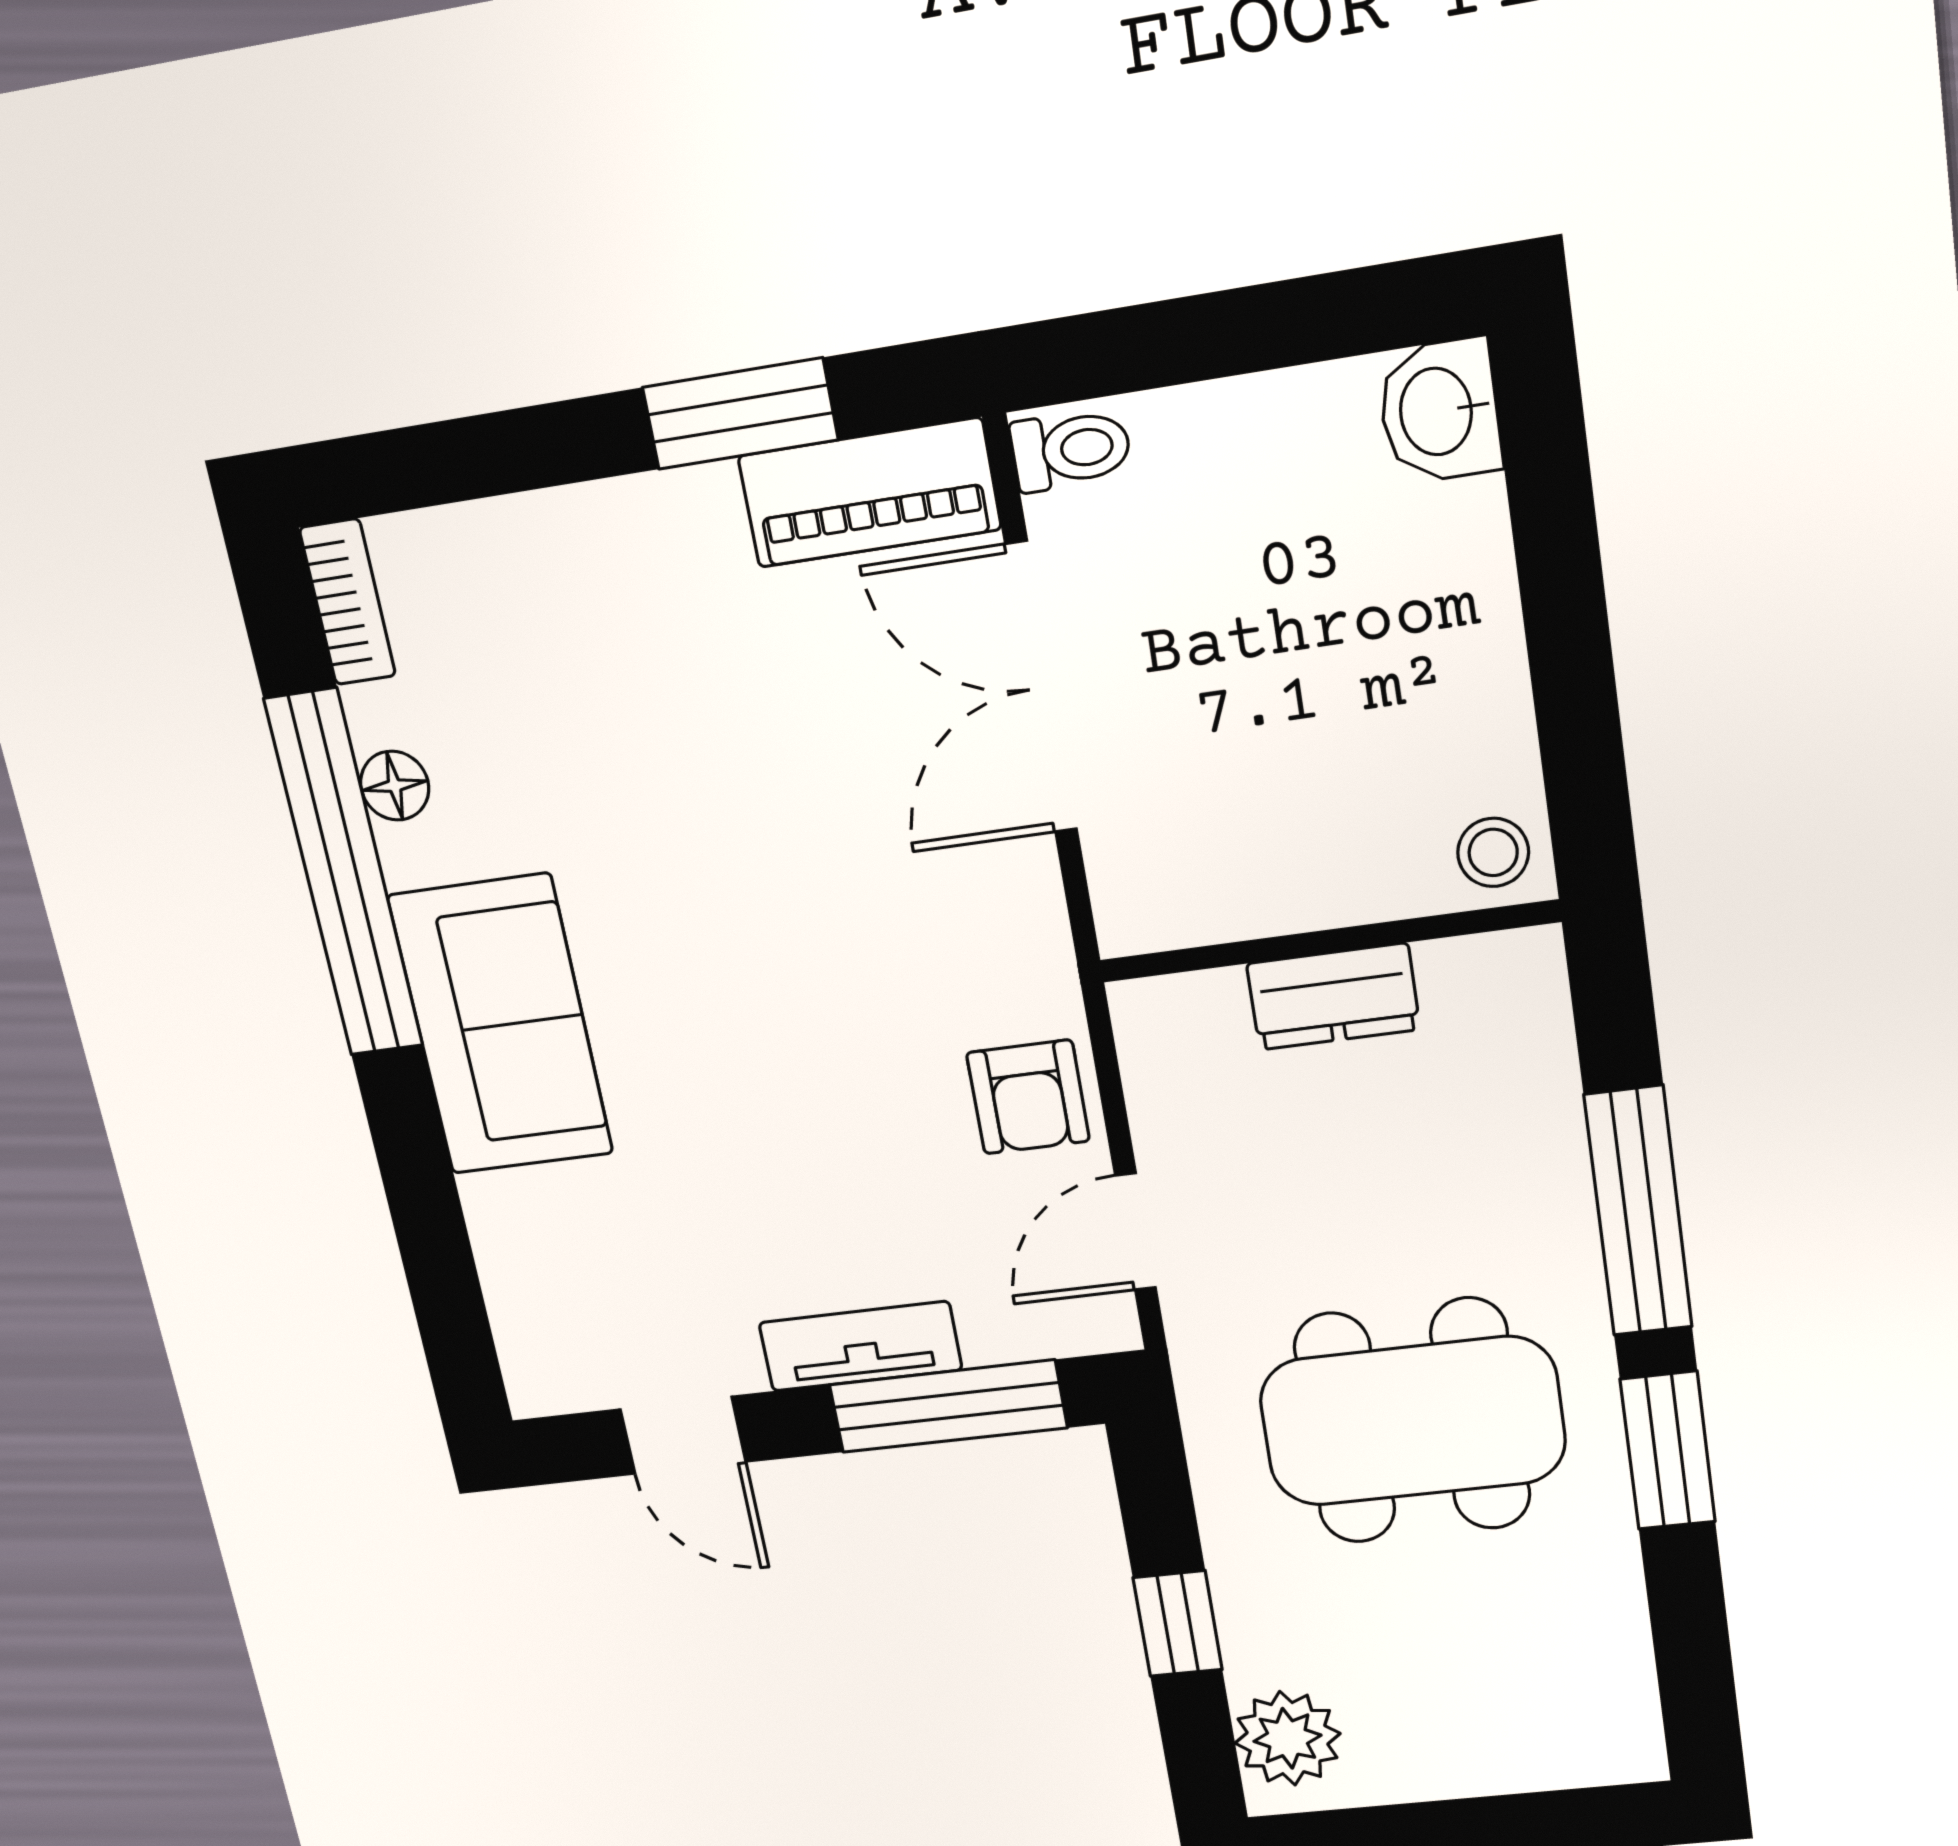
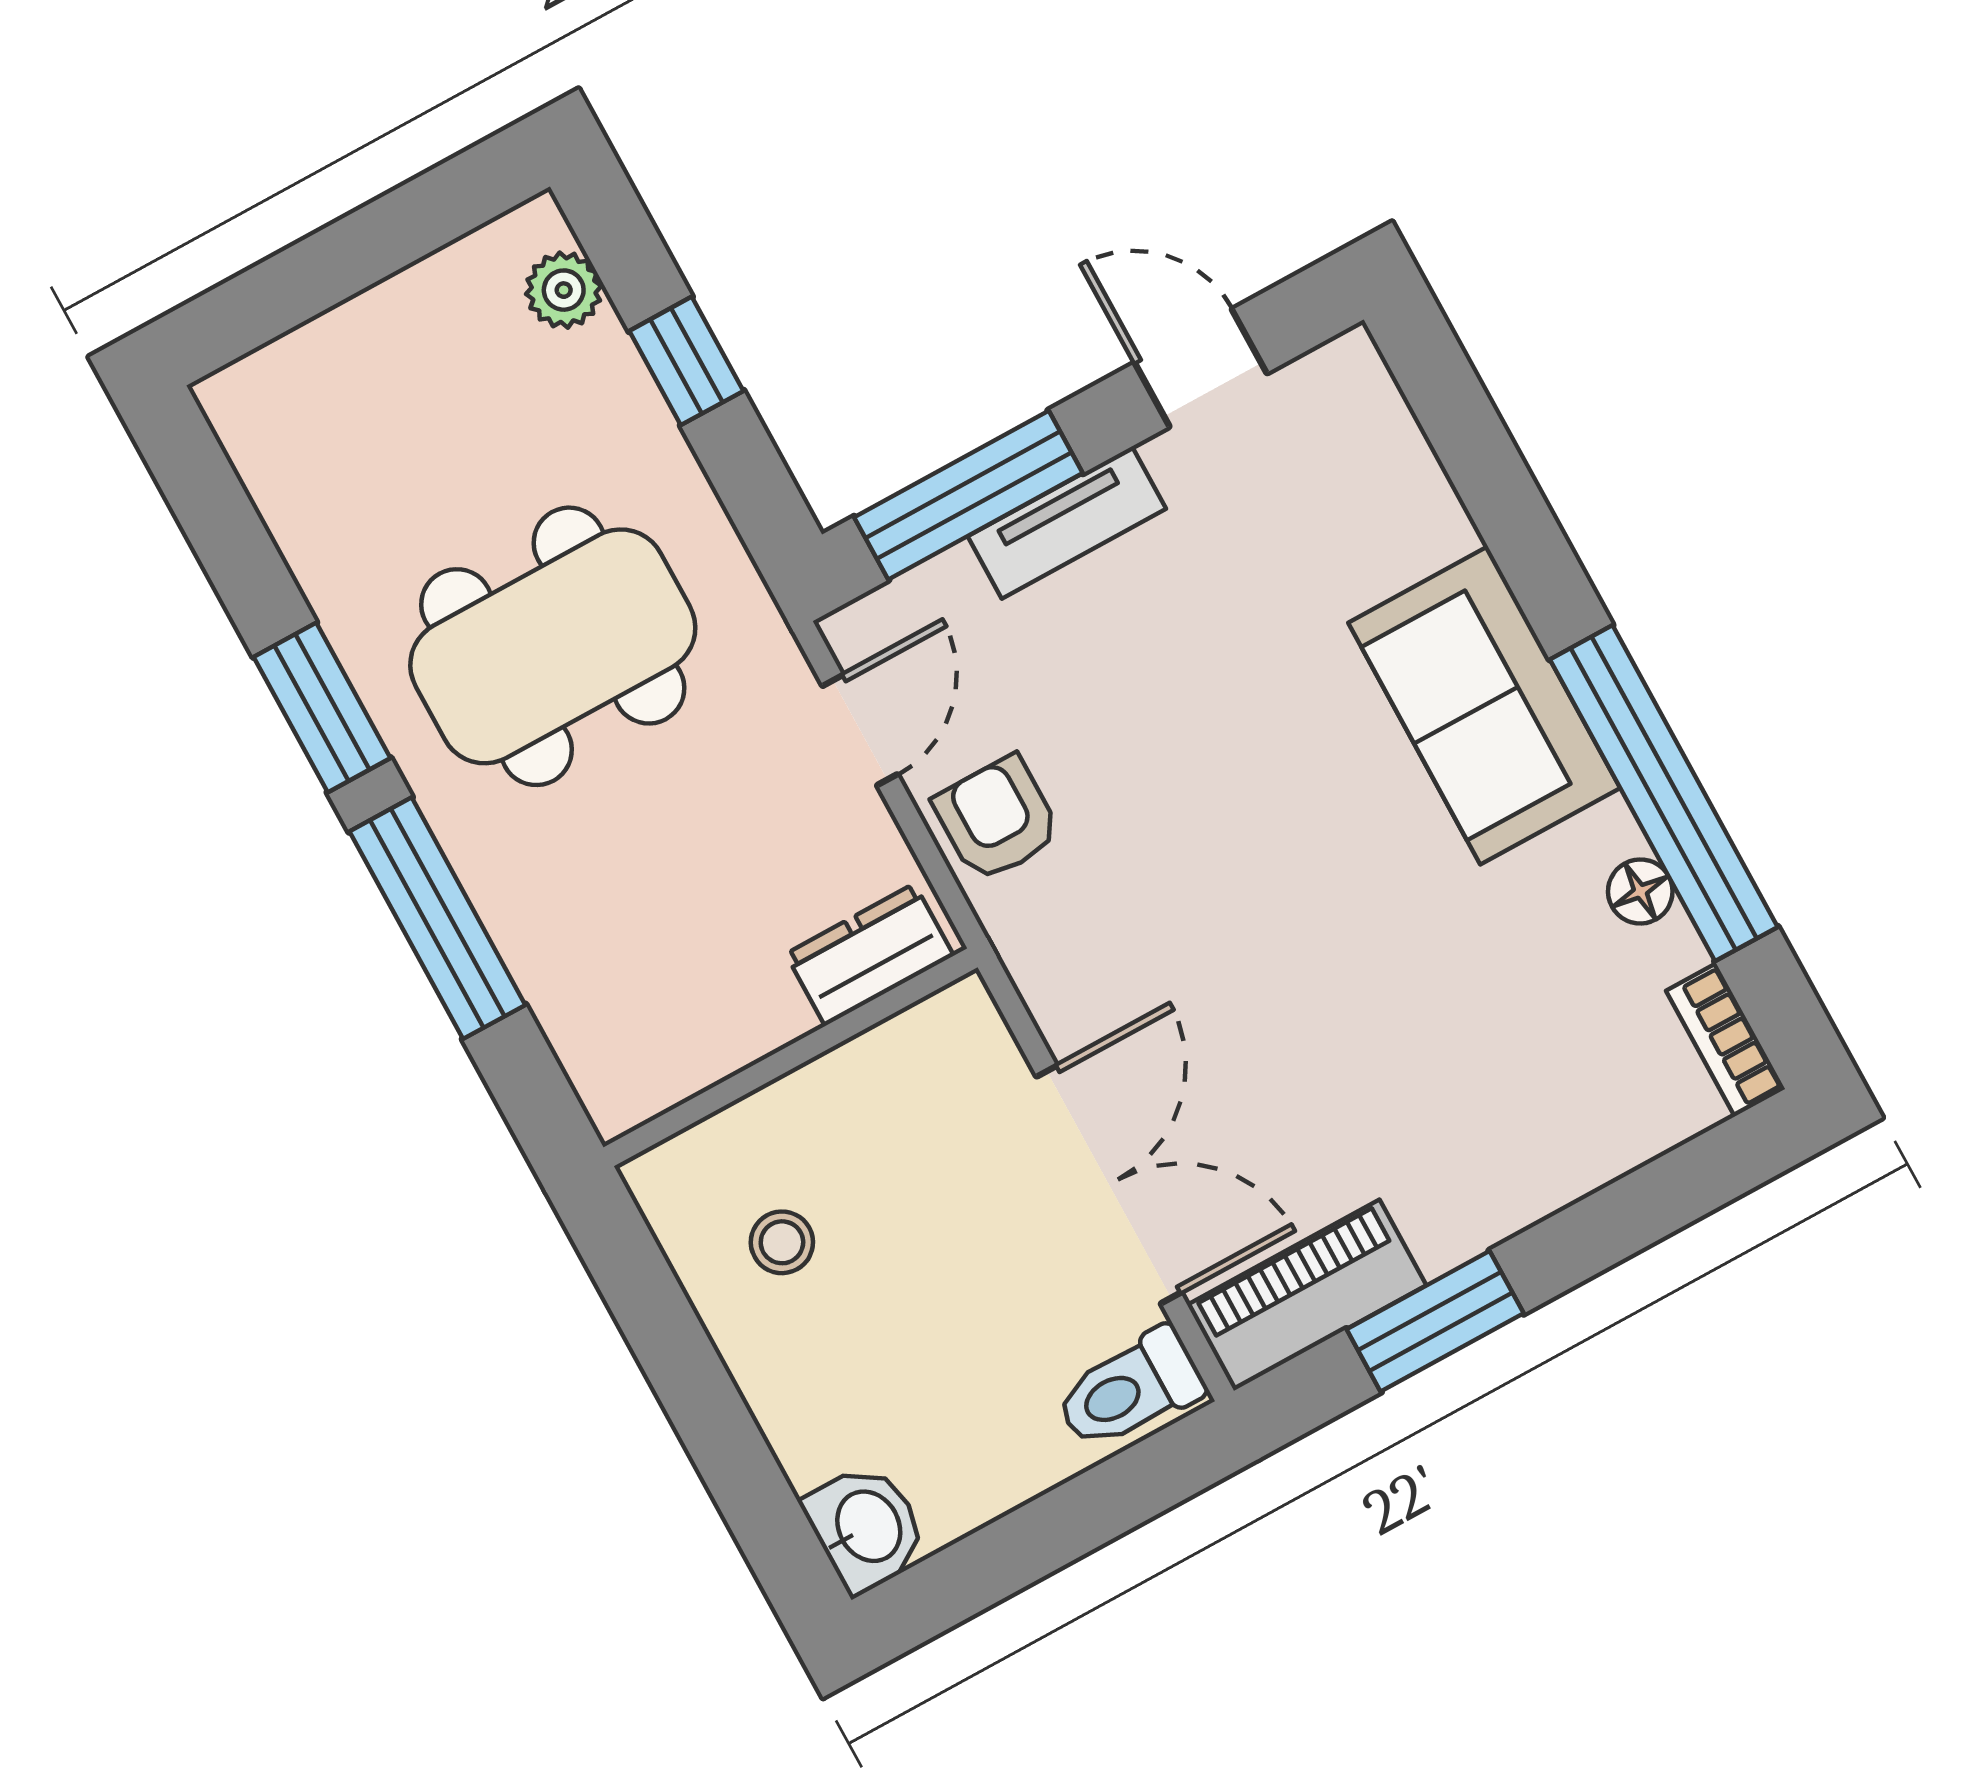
toilet: (1071, 450) -> (1130, 1390), width x1.37, depth x1.39
stool: (1493, 852) -> (782, 1242), moved
dresser: (1333, 997) -> (870, 955), moved
plant: (1287, 1738) -> (564, 290), width x0.73, depth x0.73

